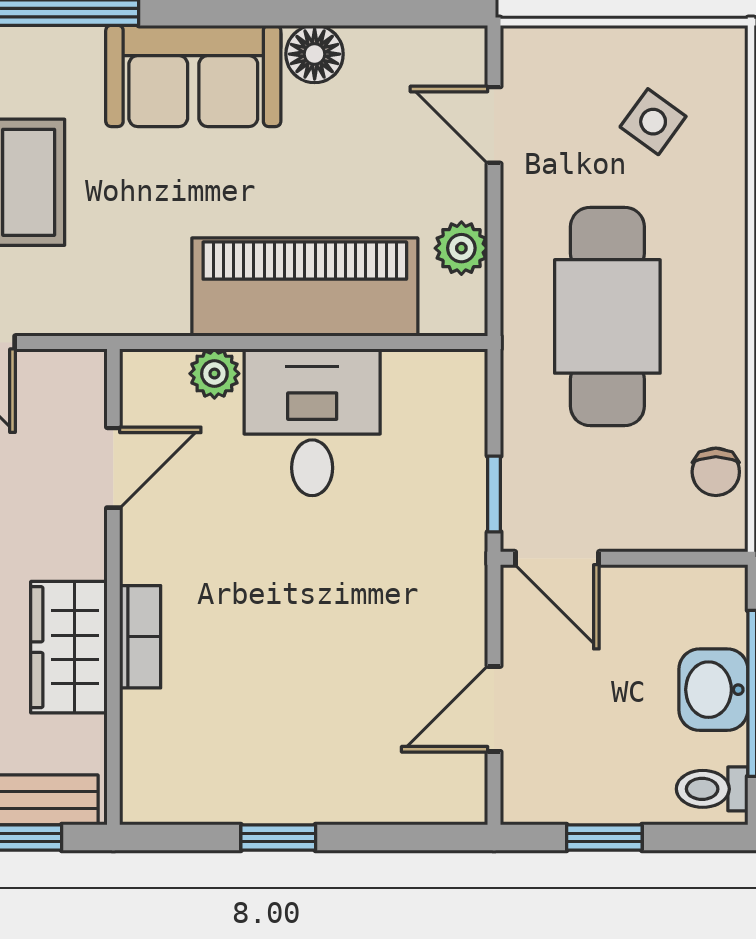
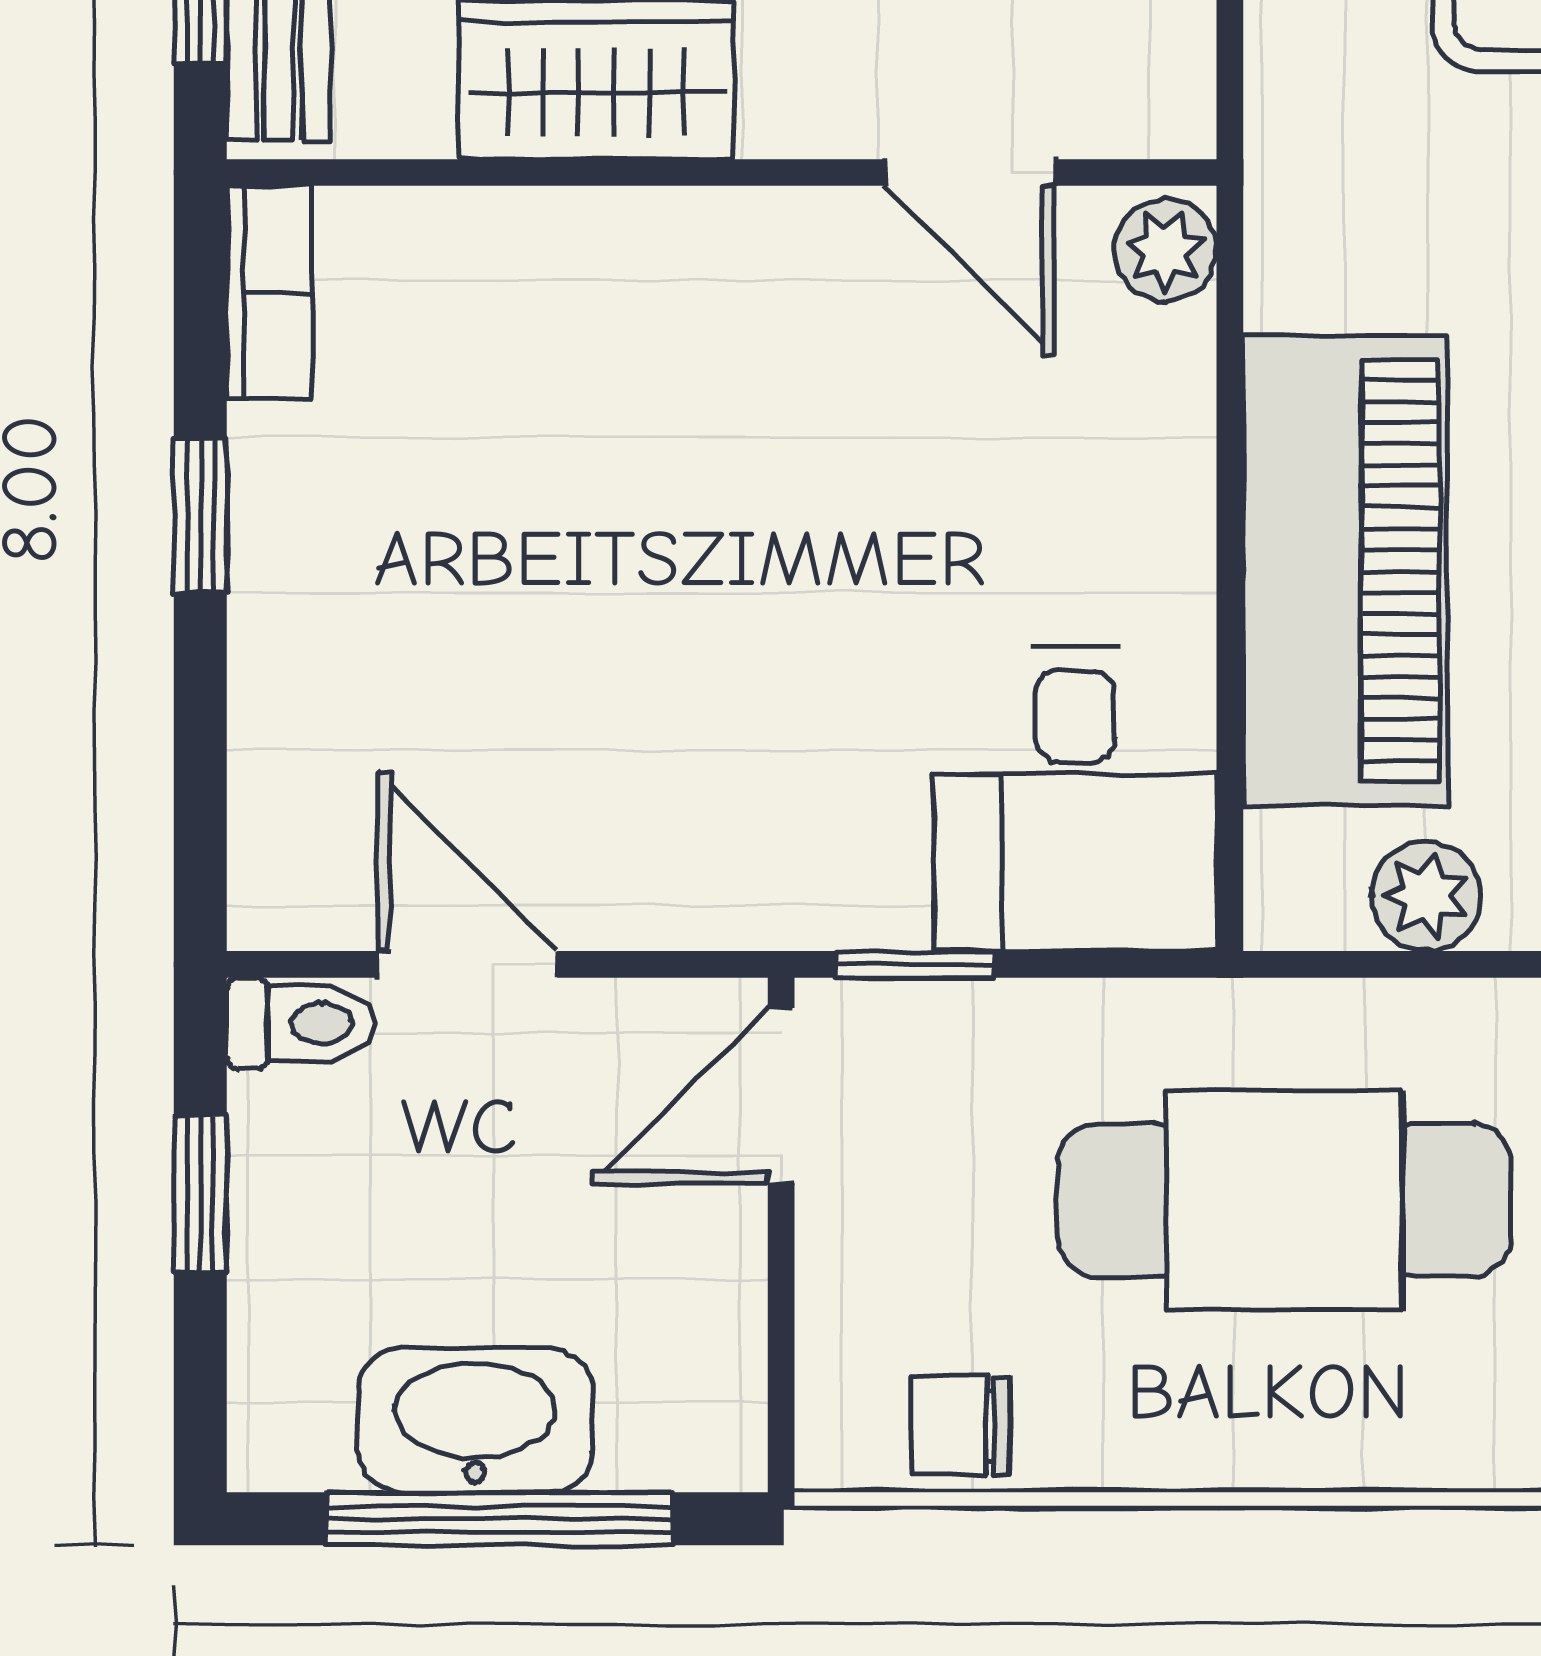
plant: (214, 374) -> (1165, 250), moved
desk: (312, 422) -> (1075, 799), moved, turned 90
bookcase: (140, 637) -> (269, 292), moved, turned -90
washbasin: (713, 690) -> (475, 1421), width x1.38
toilet: (712, 789) -> (301, 1023), moved, turned 90

